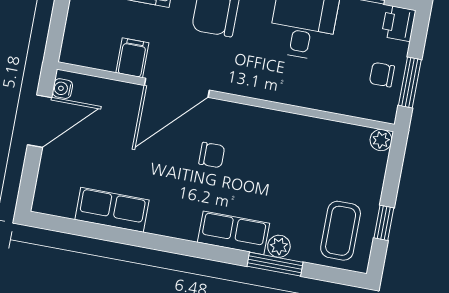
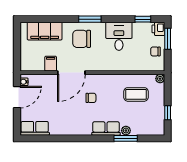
window: (410, 83) -> (168, 39), moved
row of seats: (112, 210) -> (35, 128), moved
coffee table: (341, 231) -> (136, 94), moved, turned 90

